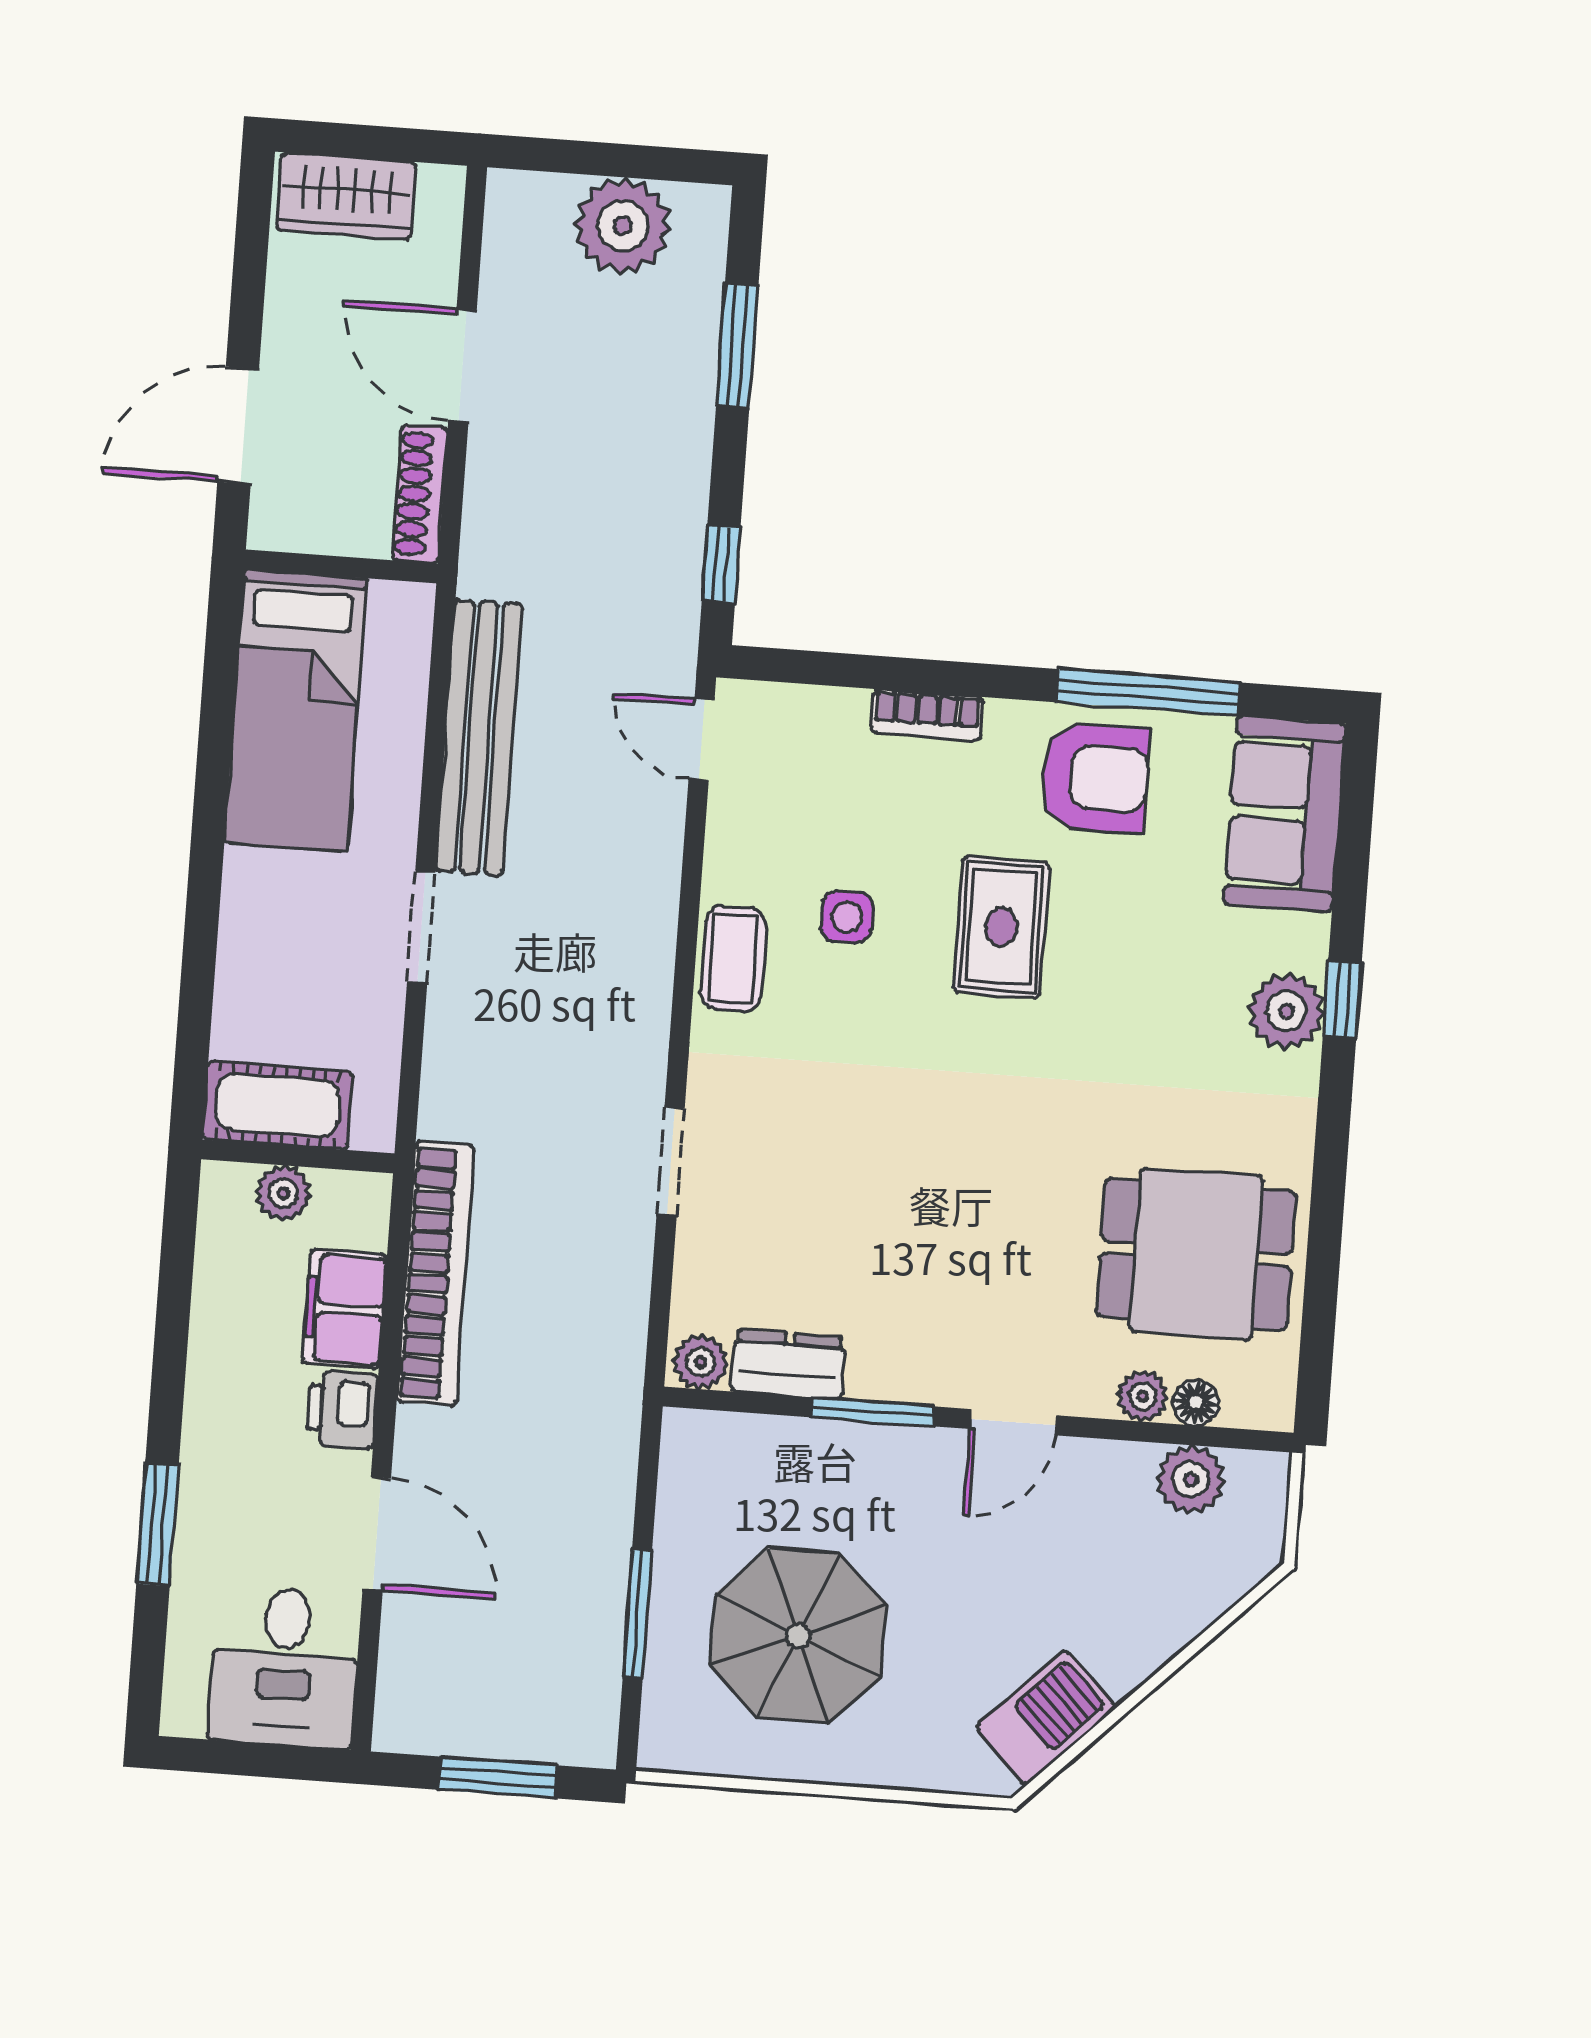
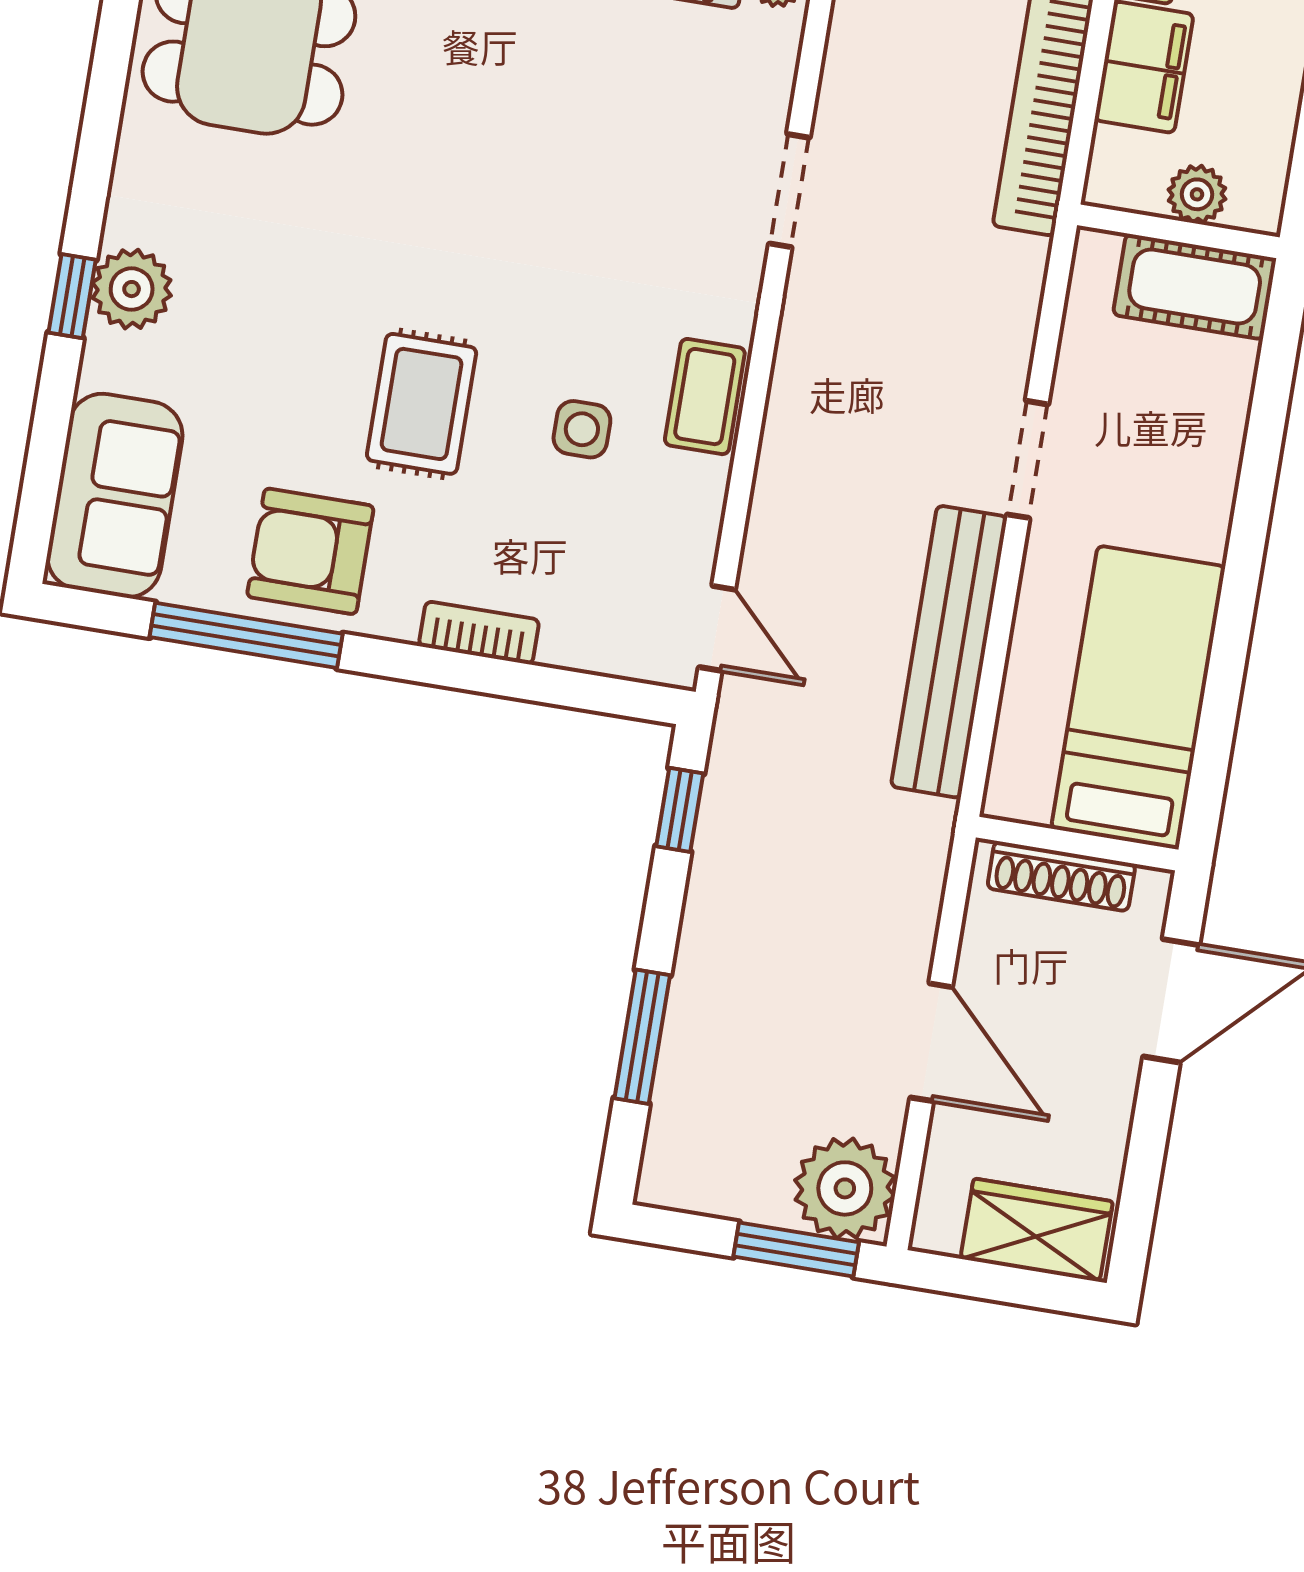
window: (573, 157) -> (796, 1249), added
plant: (623, 226) -> (845, 1188), moved
shoe rack: (420, 494) -> (1061, 876), moved, turned 90

